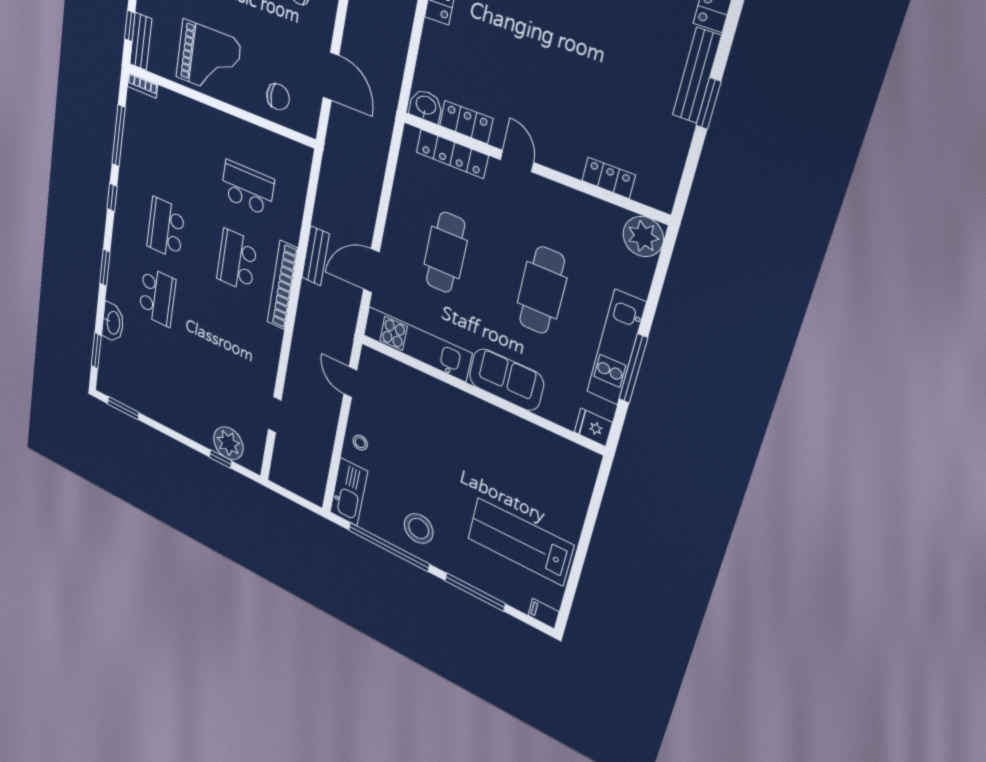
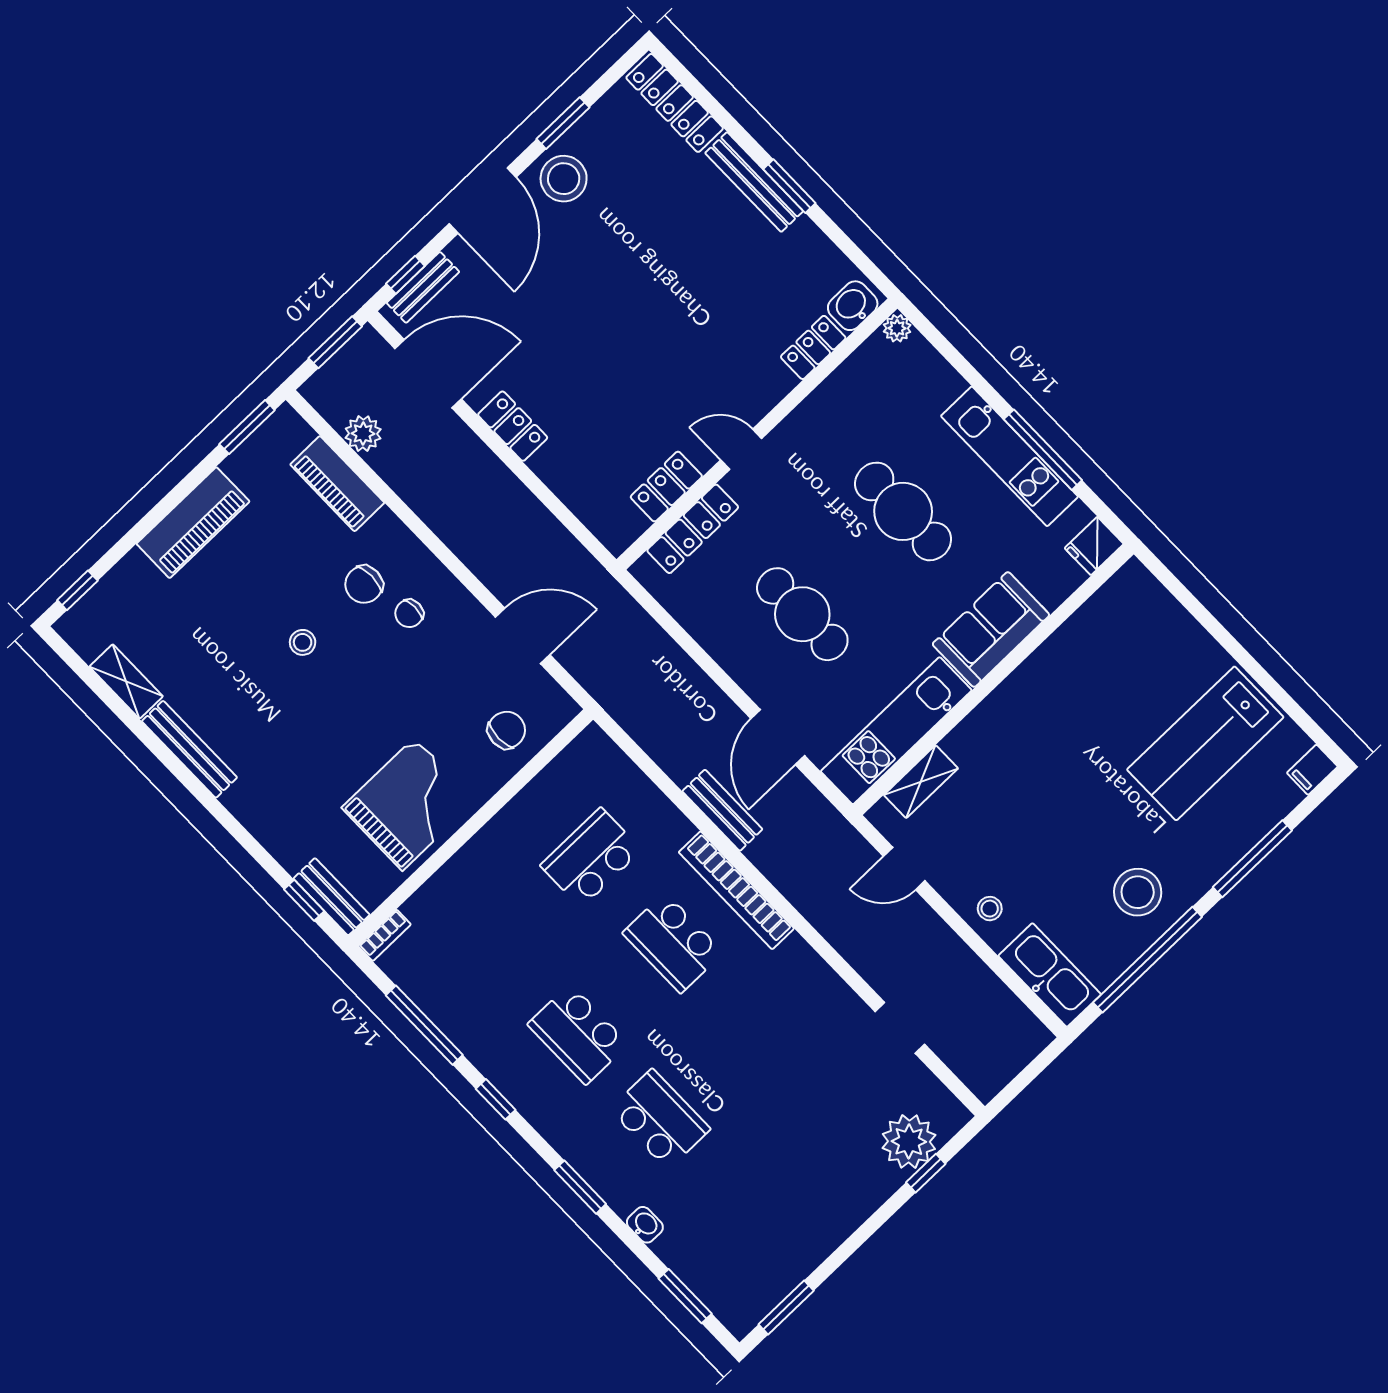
washbasin: (426, 106) -> (853, 306), moved
plant: (643, 237) -> (897, 328), width x0.53, depth x0.53
washbasin: (113, 323) -> (645, 1225), width x0.52, depth x0.69
shelving: (399, 372) -> (921, 782), added

